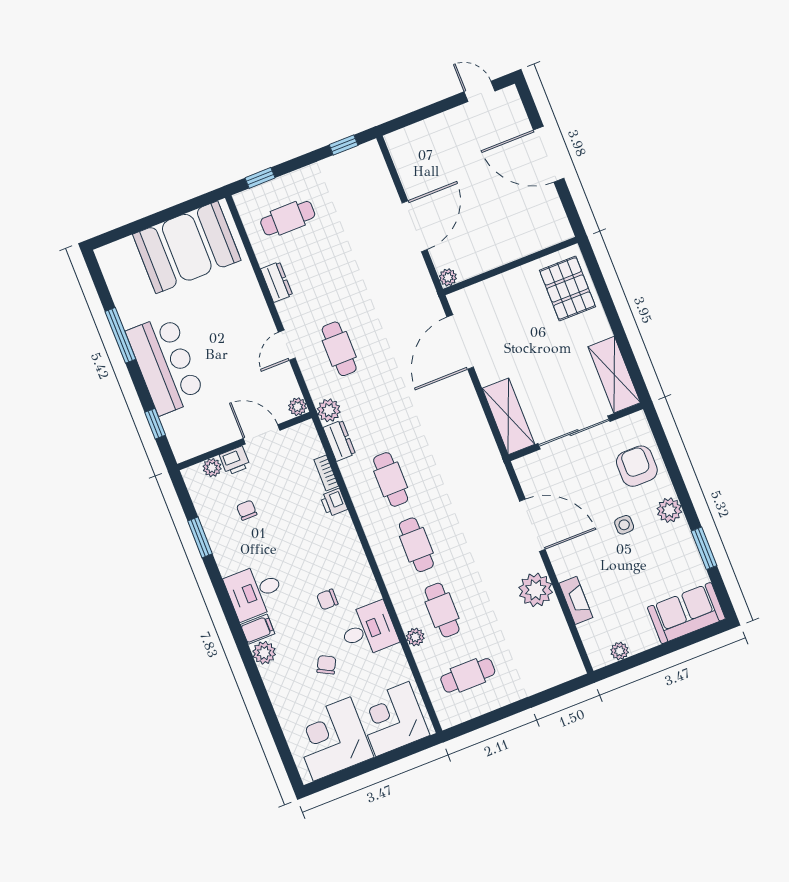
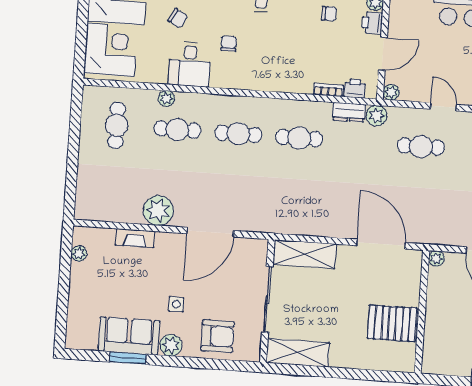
pallet: (568, 288) -> (392, 323), moved
printer: (334, 503) -> (355, 89), moved
sofa: (686, 613) -> (129, 336), moved, turned -90

